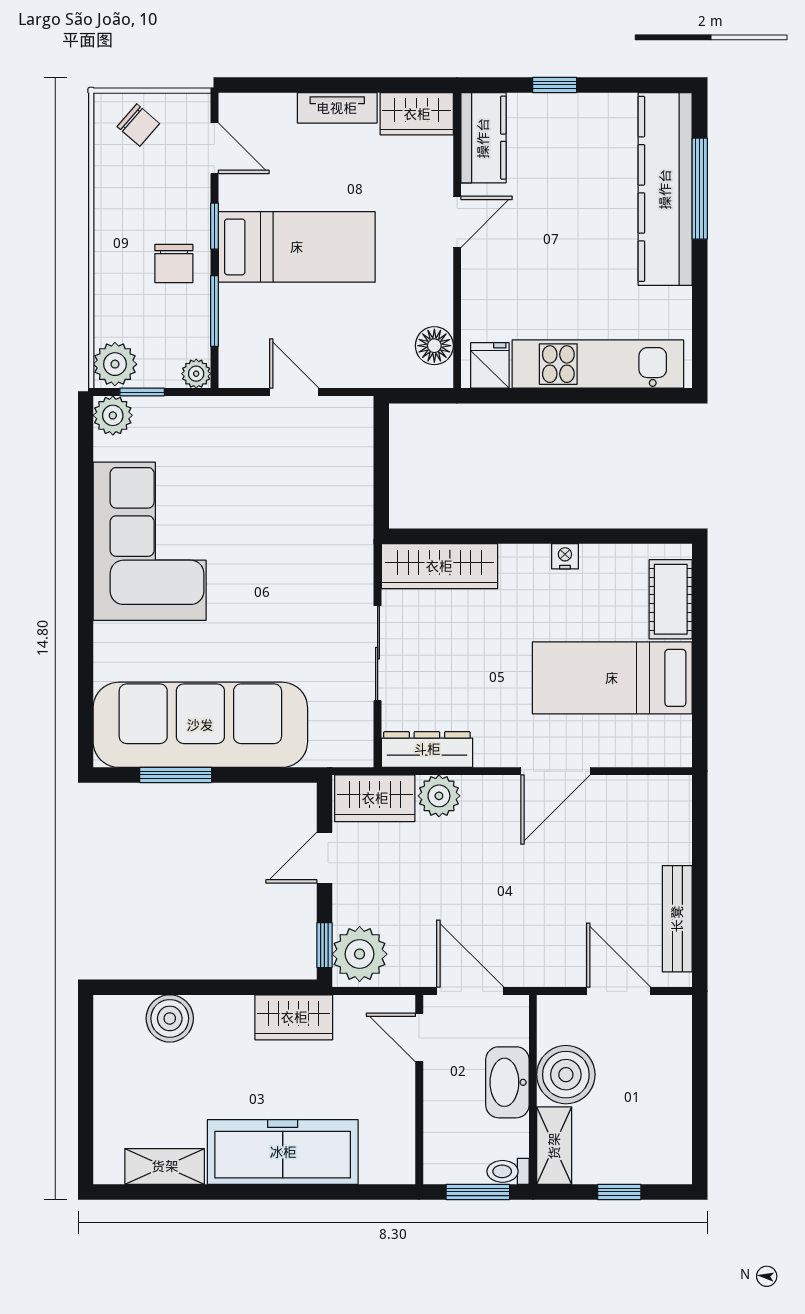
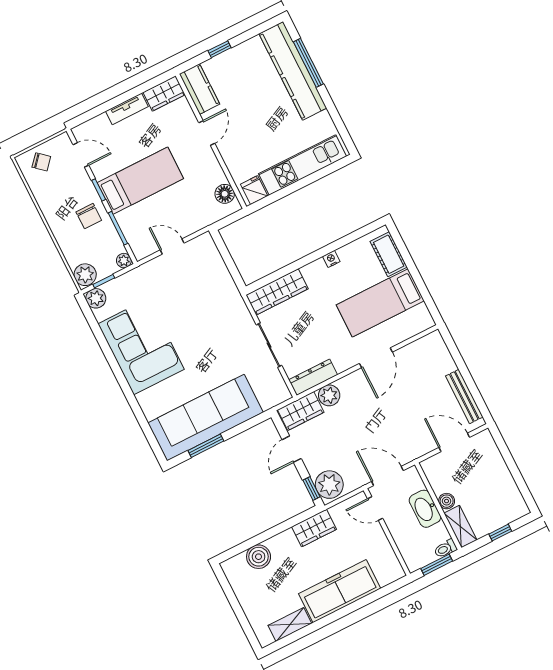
boiler: (566, 1075) -> (447, 501), width x0.54, depth x0.54

